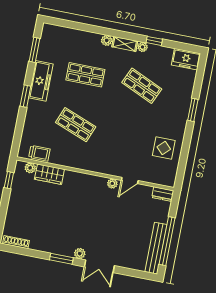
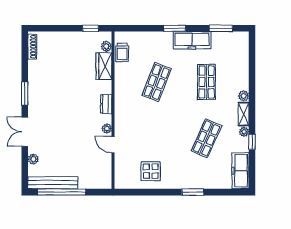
freezer: (186, 59) -> (240, 171), width x1.40
dresser: (163, 194) -> (106, 104), moved
plant: (80, 254) -> (33, 159), moved

